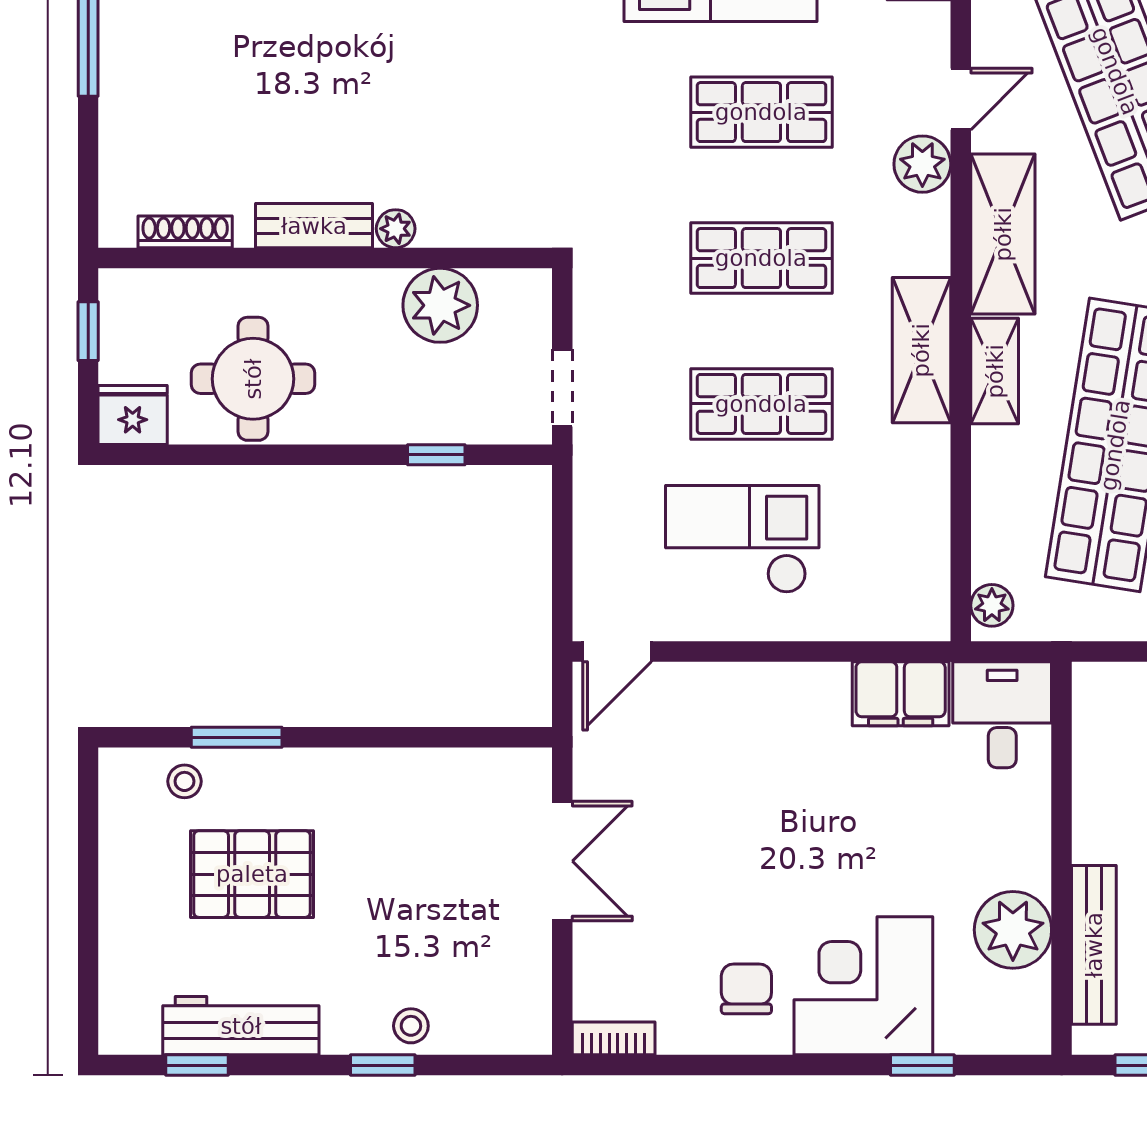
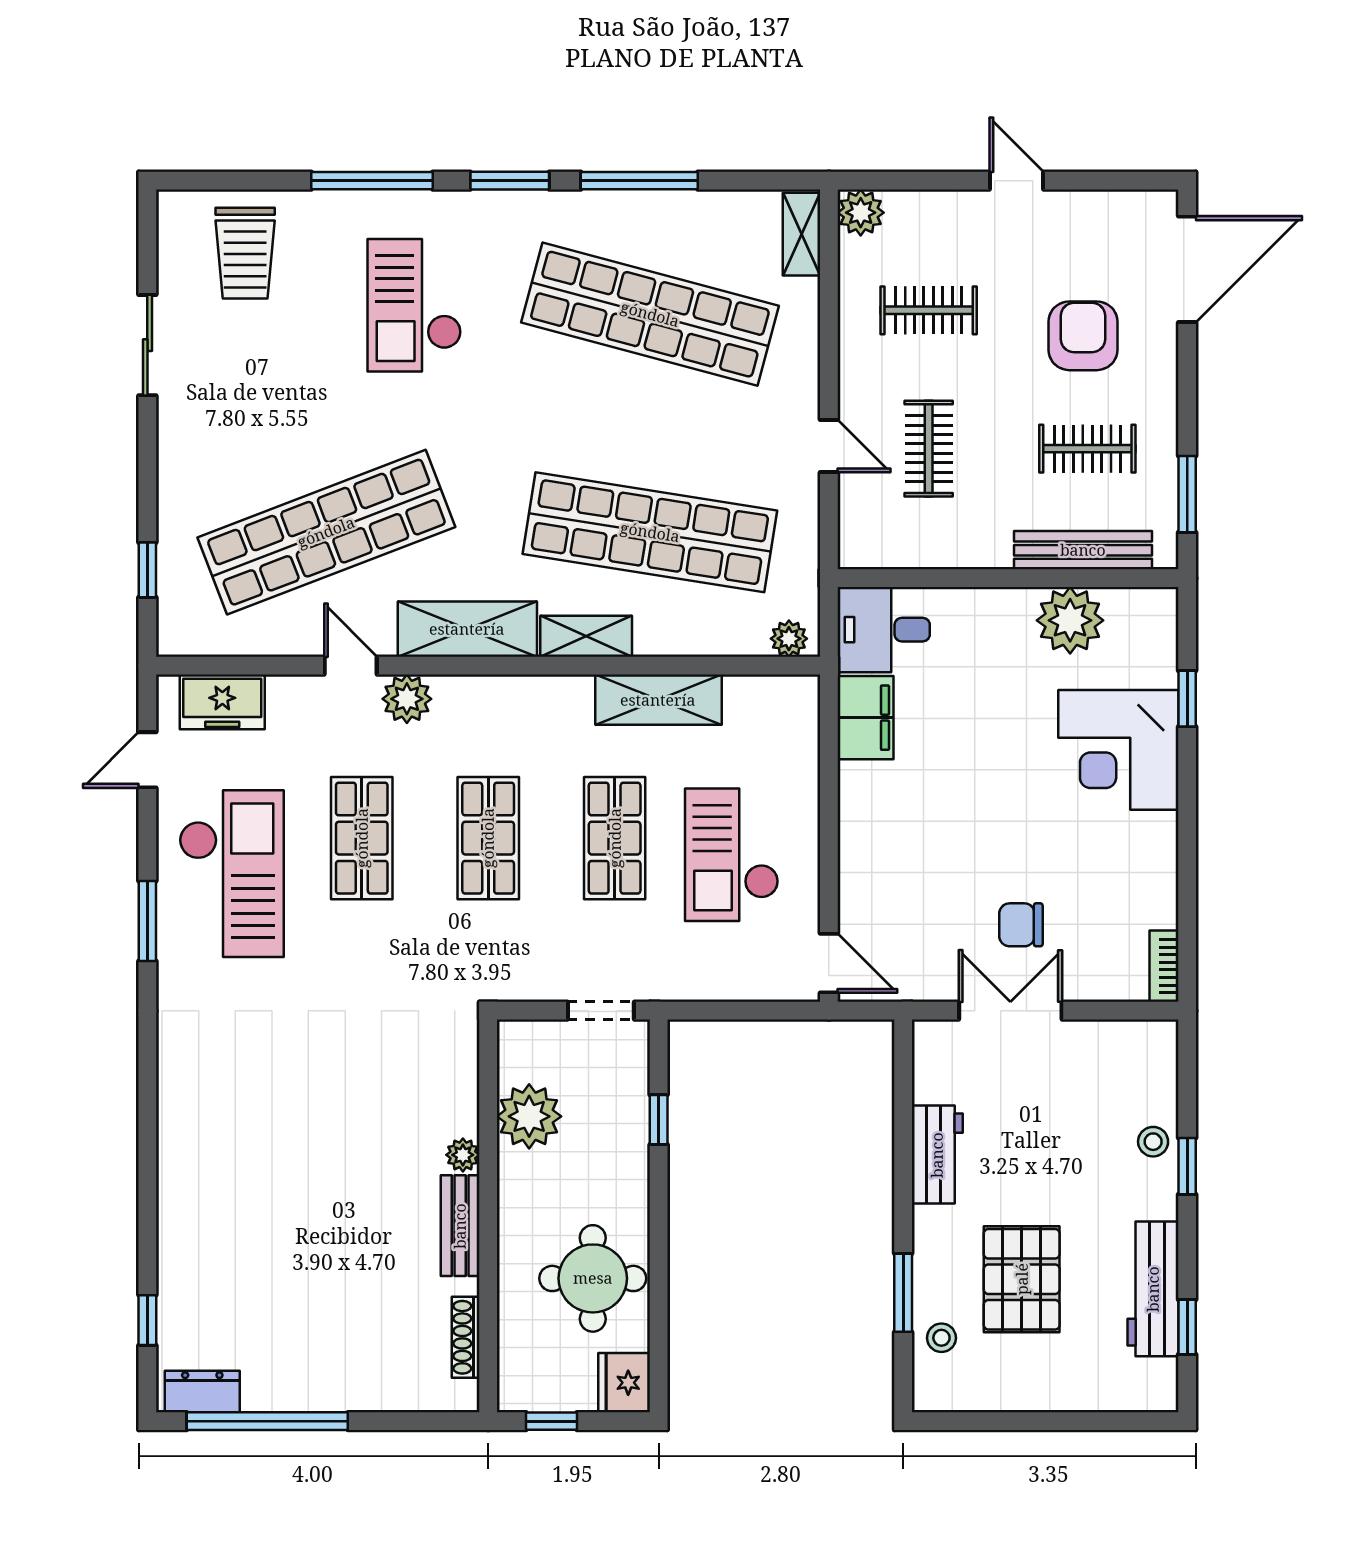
shelving: (921, 350) -> (658, 700), moved
workbench: (396, 777) -> (937, 1155), added
chair: (746, 989) -> (1021, 925), moved

